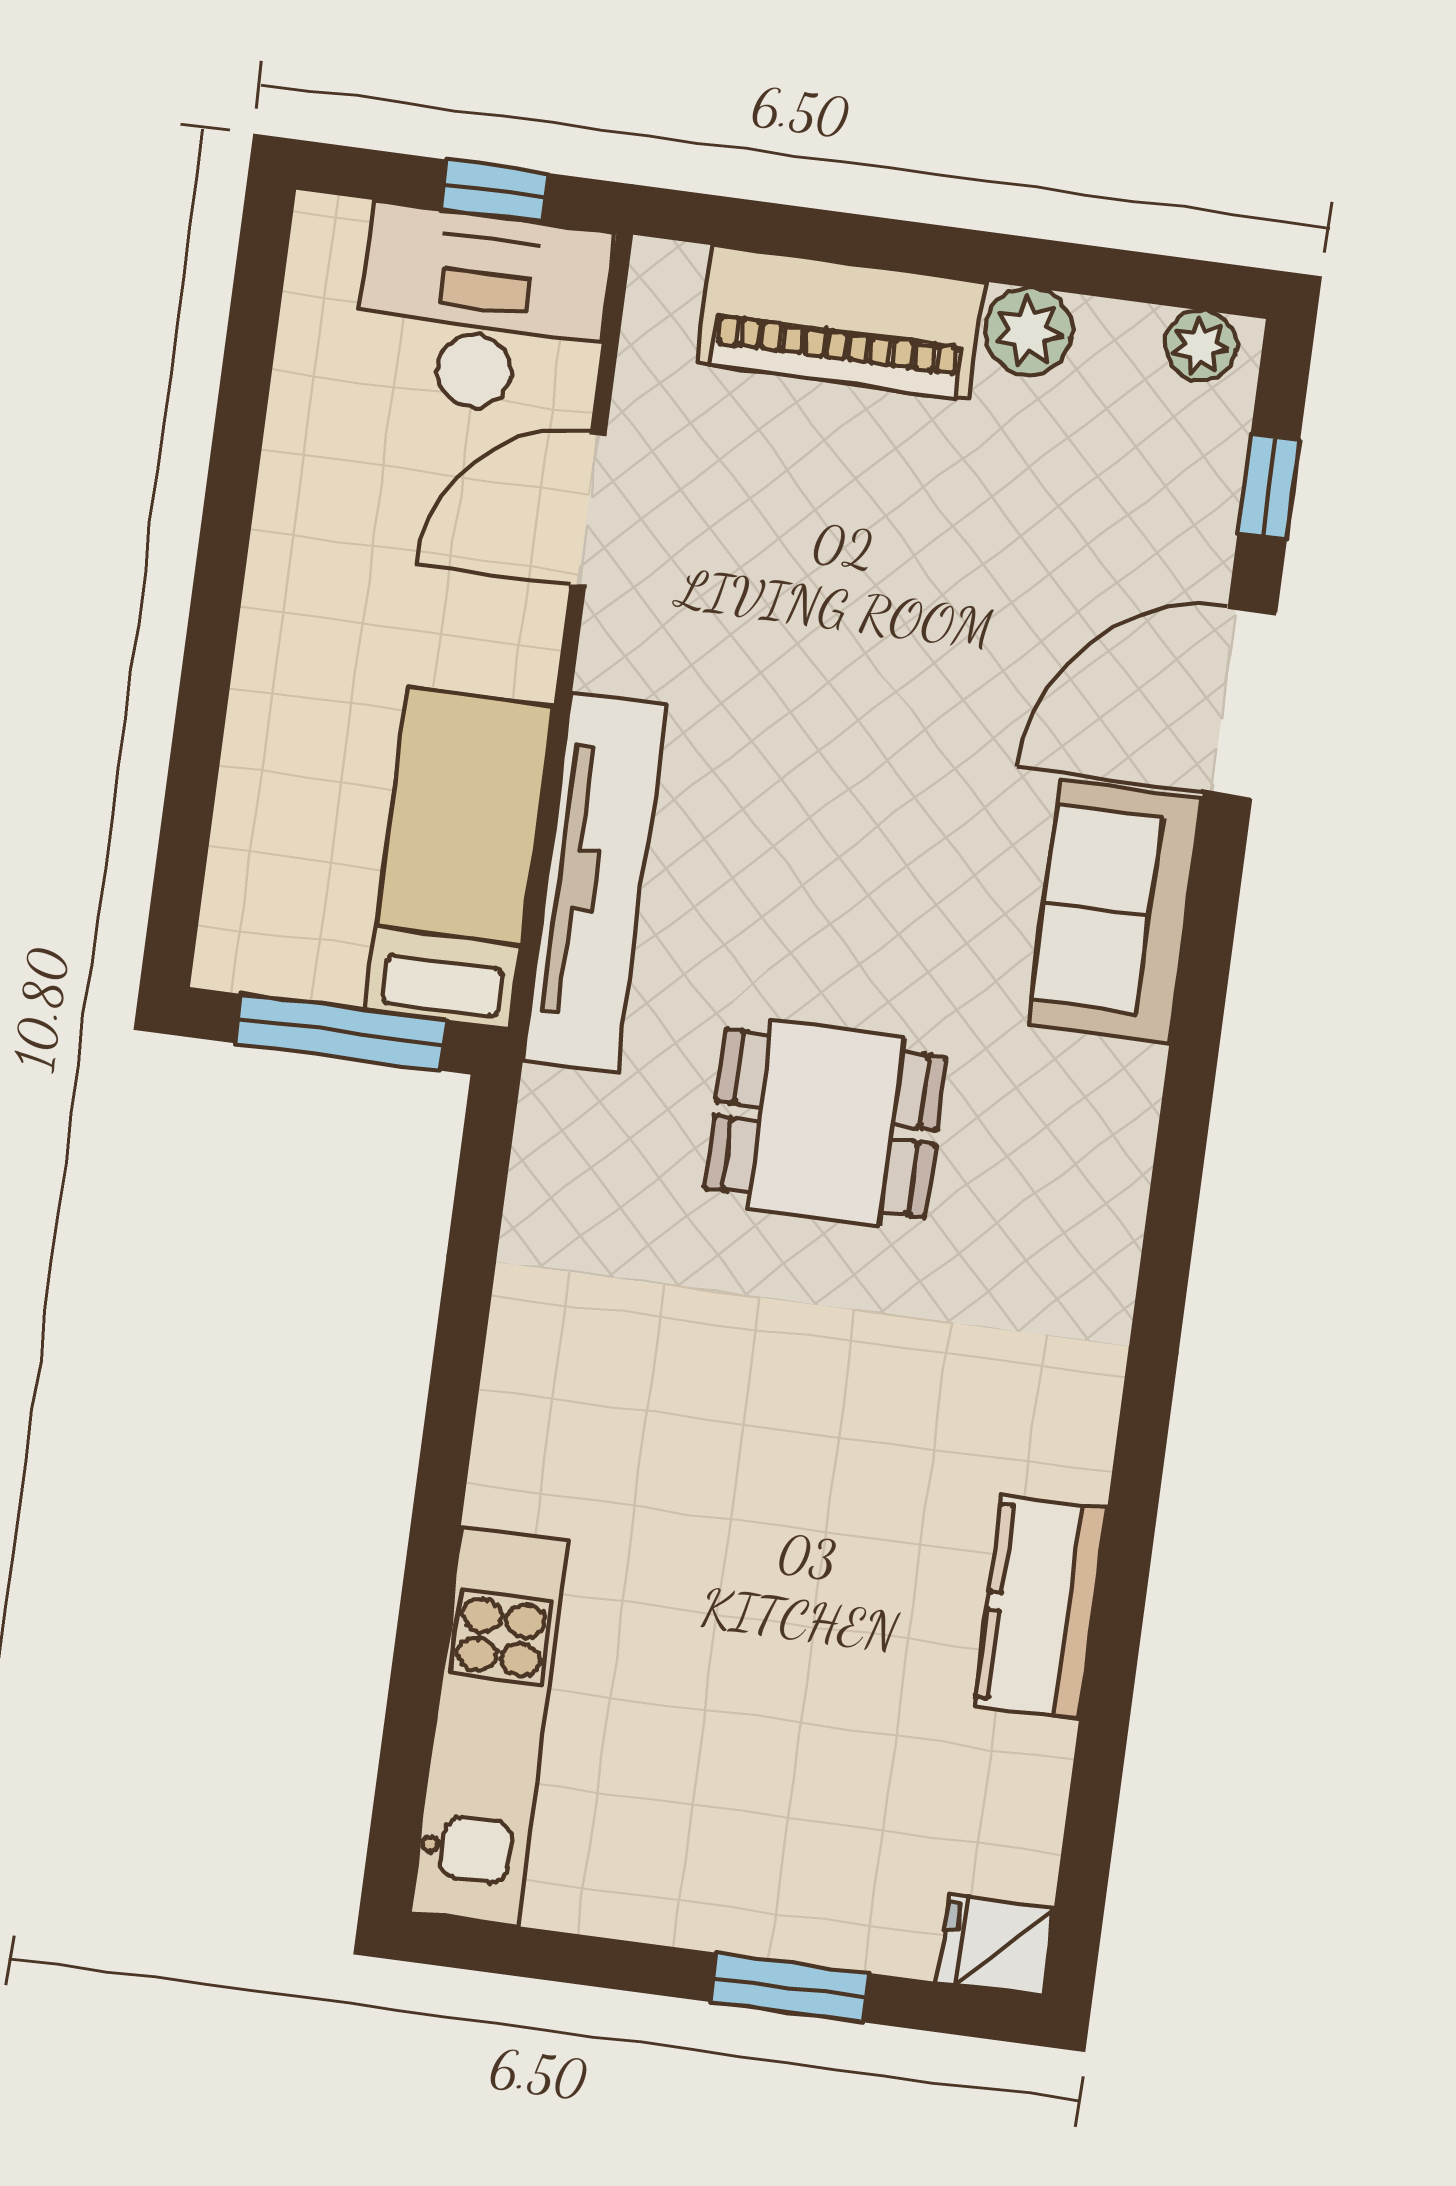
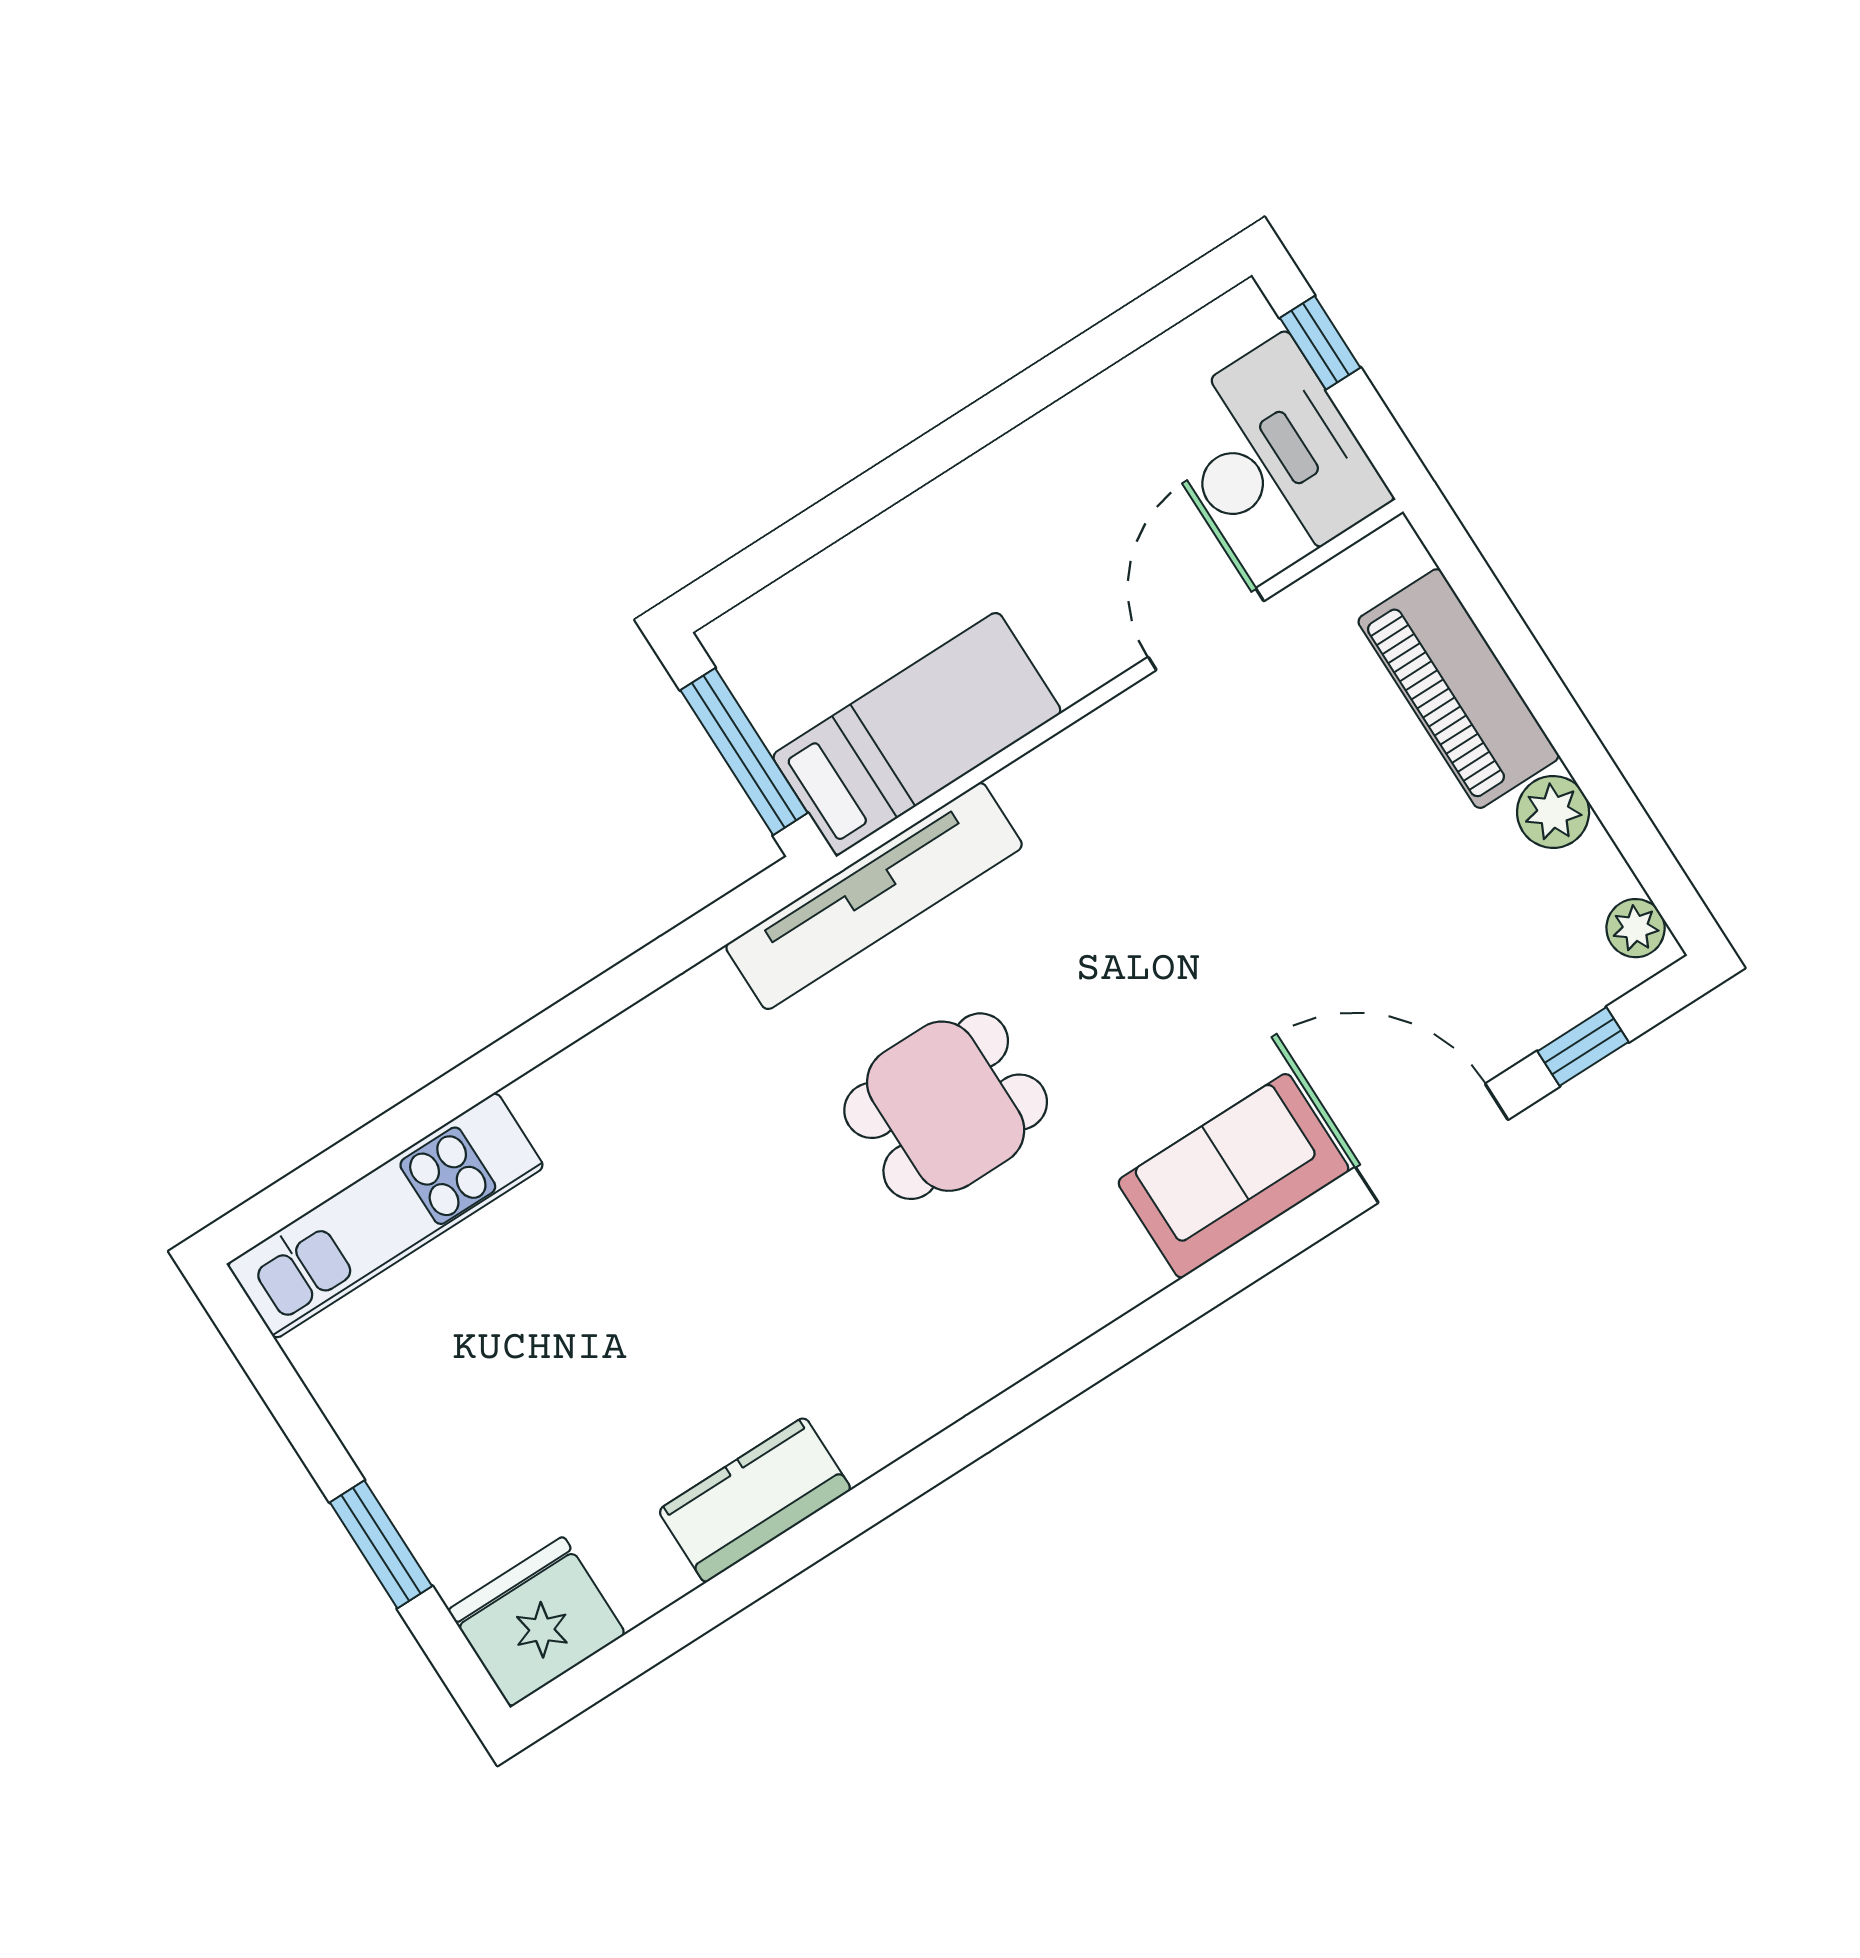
window: (495, 191) -> (1320, 343), moved
door: (588, 509) -> (1206, 629), hinge flipped
tv unit: (595, 882) -> (874, 896), moved
dining table: (826, 1123) -> (946, 1106), turned 90
fridge: (996, 1945) -> (537, 1622), width x1.88, depth x1.34

